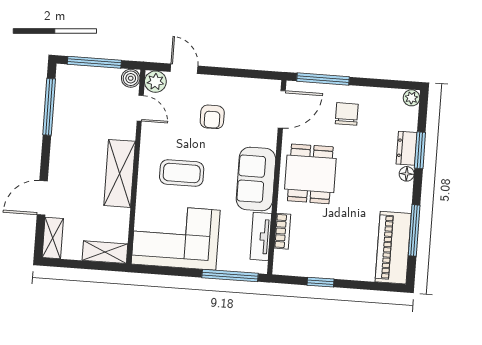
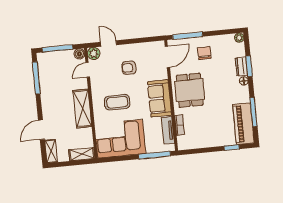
door: (140, 108) -> (88, 70), swing flipped
armchair: (212, 117) -> (129, 68), turned 90
window: (321, 282) -> (232, 148), moved

